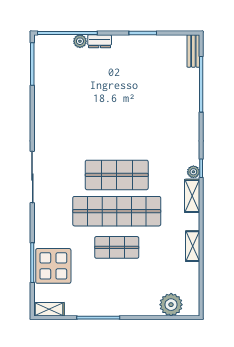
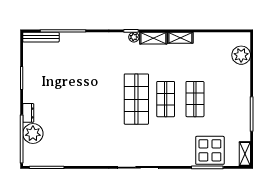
plant: (80, 41) -> (33, 133), width x1.87, depth x1.87
bench: (193, 51) -> (41, 37), width x1.36
shop shelf: (117, 211) -> (166, 99), width x0.50, depth x0.74
shelving: (193, 246) -> (180, 38), moved

